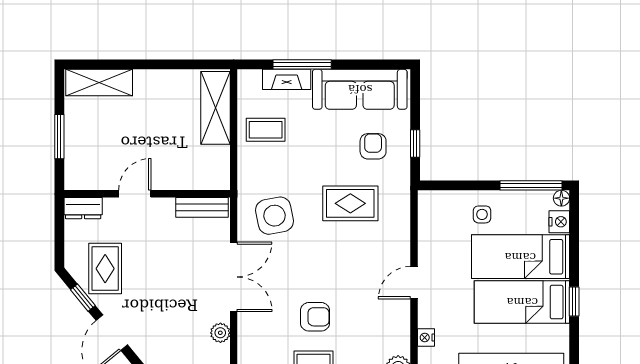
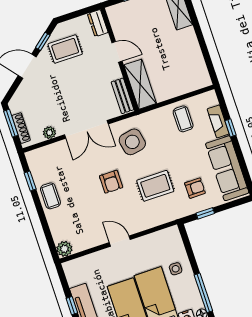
window: (302, 64) -> (231, 128), width x0.46
shelving: (216, 108) -> (140, 84), moved, turned 90
rug: (350, 203) -> (155, 186), turned 90
armchair: (315, 317) -> (111, 182), moved
nightstand: (426, 338) -> (89, 260), removed

